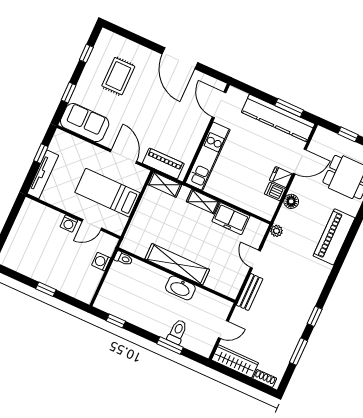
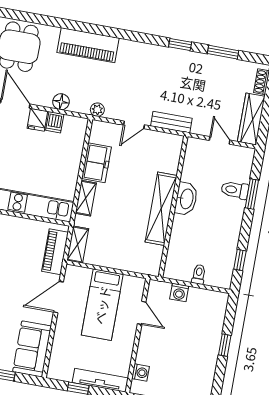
washing machine: (69, 224) -> (140, 372), moved
toilet: (123, 258) -> (199, 274), moved

